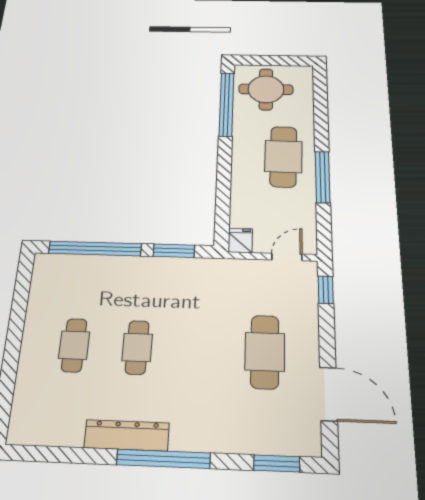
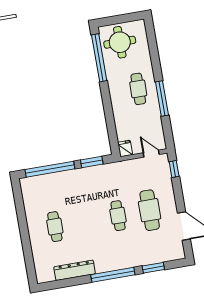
cafe table: (283, 157) -> (138, 89), width x0.73, depth x0.74
door: (287, 257) -> (151, 154), hinge flipped
cafe table: (137, 347) -> (118, 216), moved
dresser: (127, 435) -> (75, 270), moved
window: (277, 464) -> (153, 268), moved

